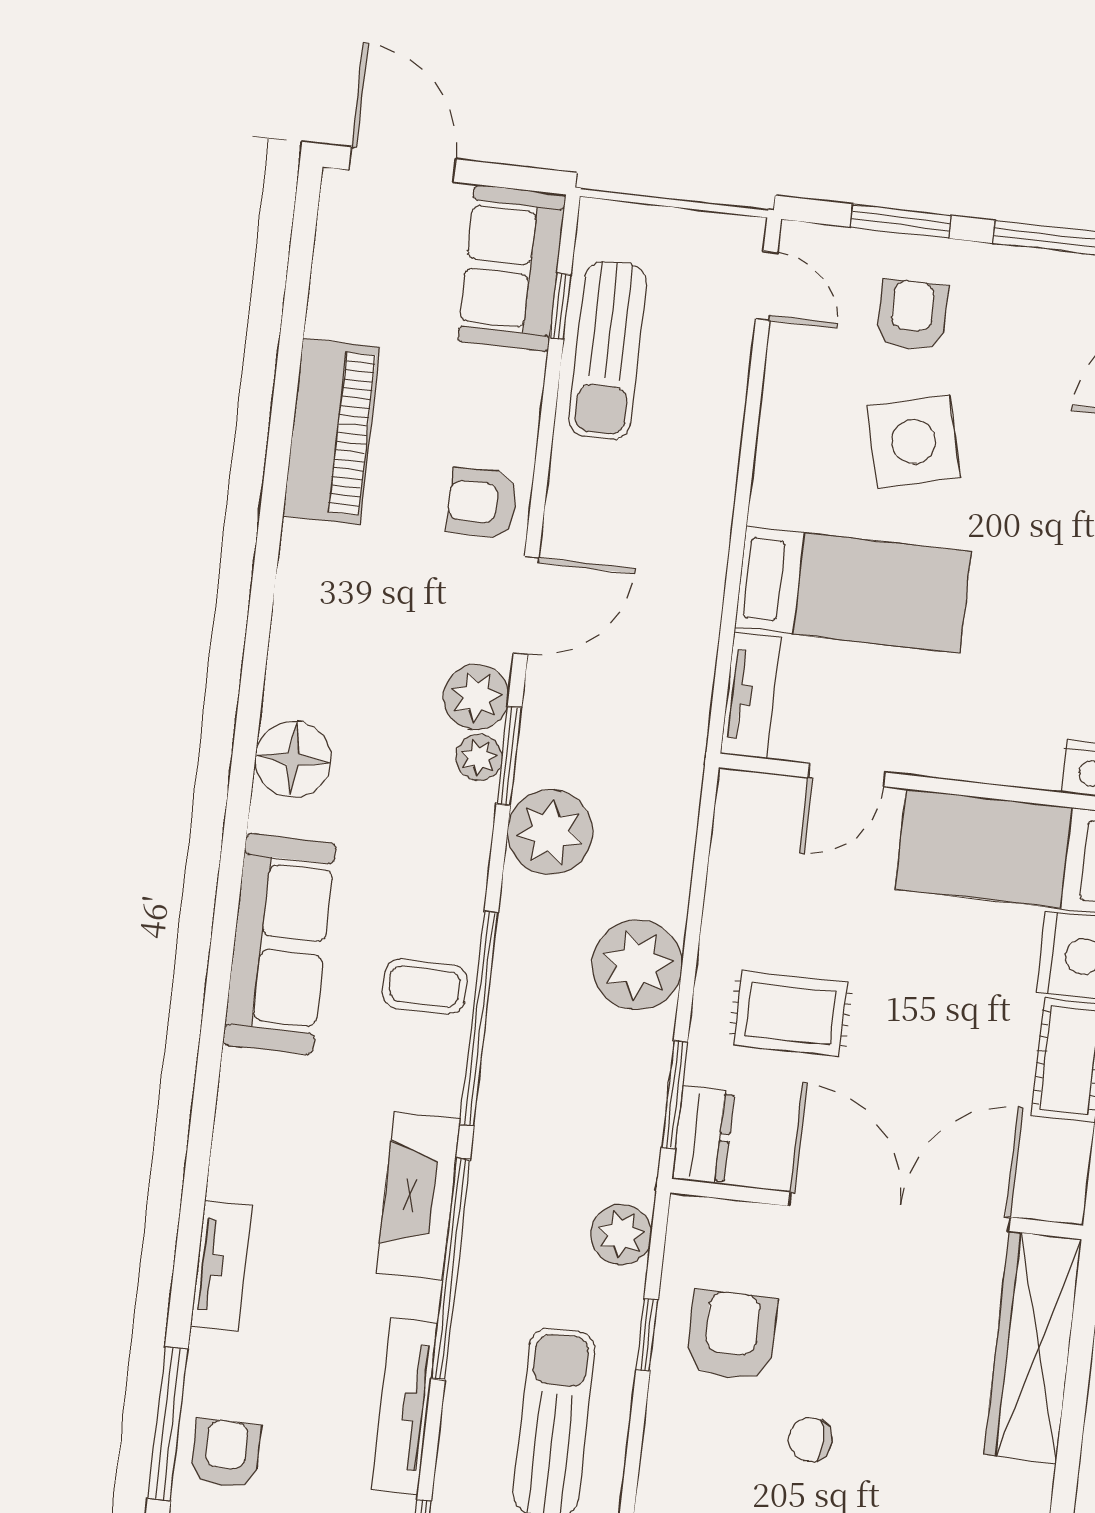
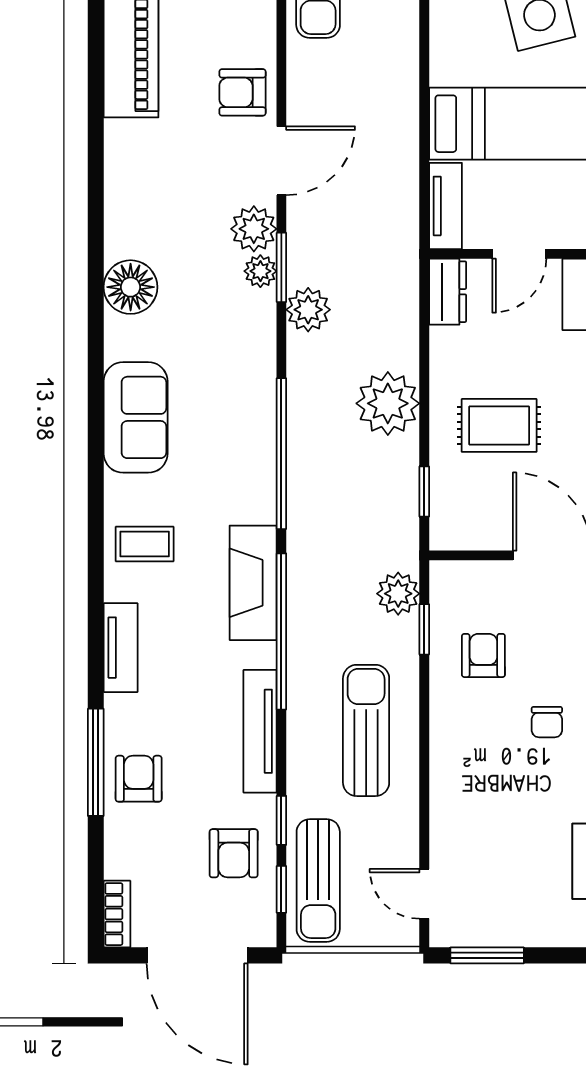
plant: (550, 832) -> (308, 310), width x0.73, depth x0.73
sofa: (279, 944) -> (136, 417), width x0.73
coffee table: (425, 986) -> (145, 544), moved
window: (674, 1095) -> (424, 491), width x0.67
dresser: (703, 1135) -> (448, 292), moved
window: (647, 1335) -> (424, 629), moved
armchair: (732, 1335) -> (483, 655), width x0.72, depth x0.72
chair: (810, 1440) -> (547, 722), turned -90

